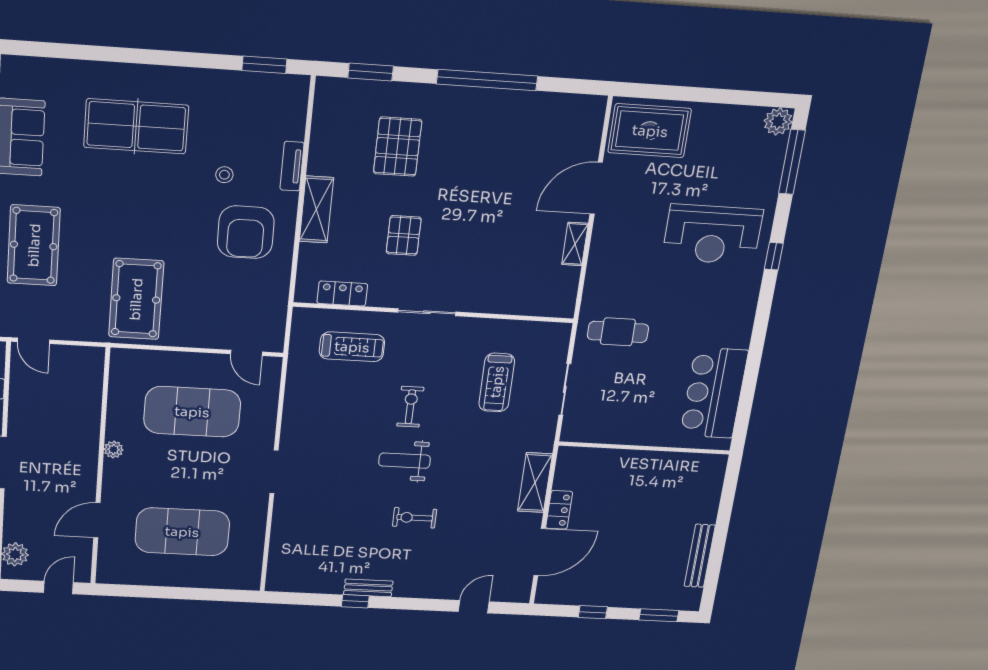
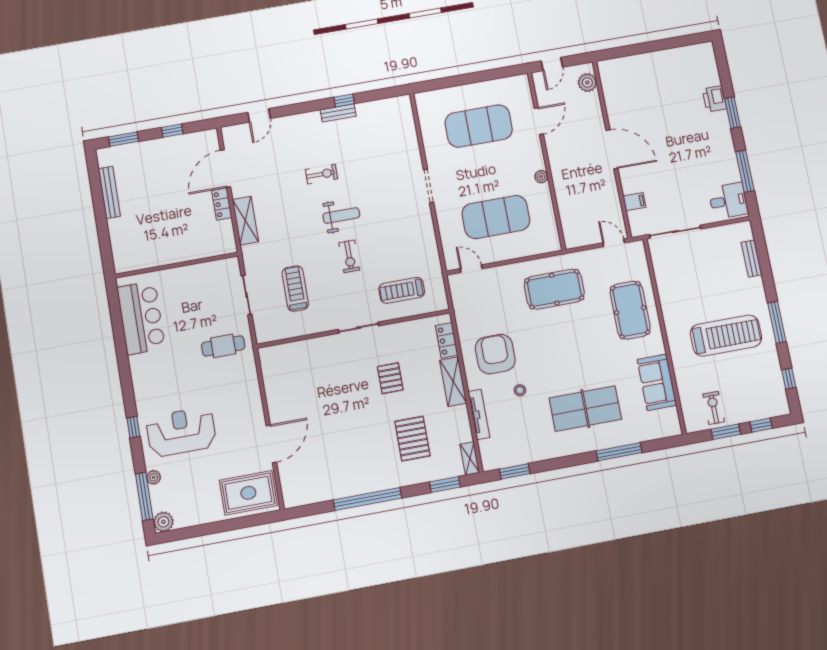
window: (103, 54) -> (619, 452), added
tv unit: (292, 166) -> (479, 414), width x1.41
plant: (770, 184) -> (154, 477), added
shelving: (575, 244) -> (470, 458), moved
locker: (342, 294) -> (447, 340), moved, turned 90
pool table: (136, 299) -> (554, 289), turned 90

